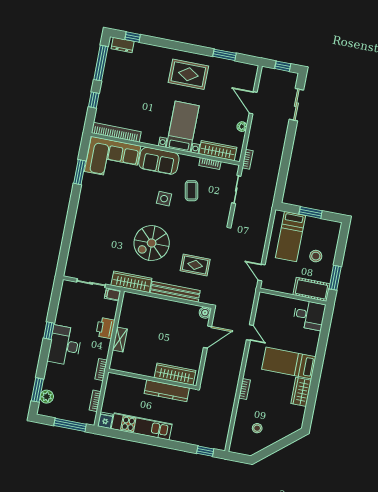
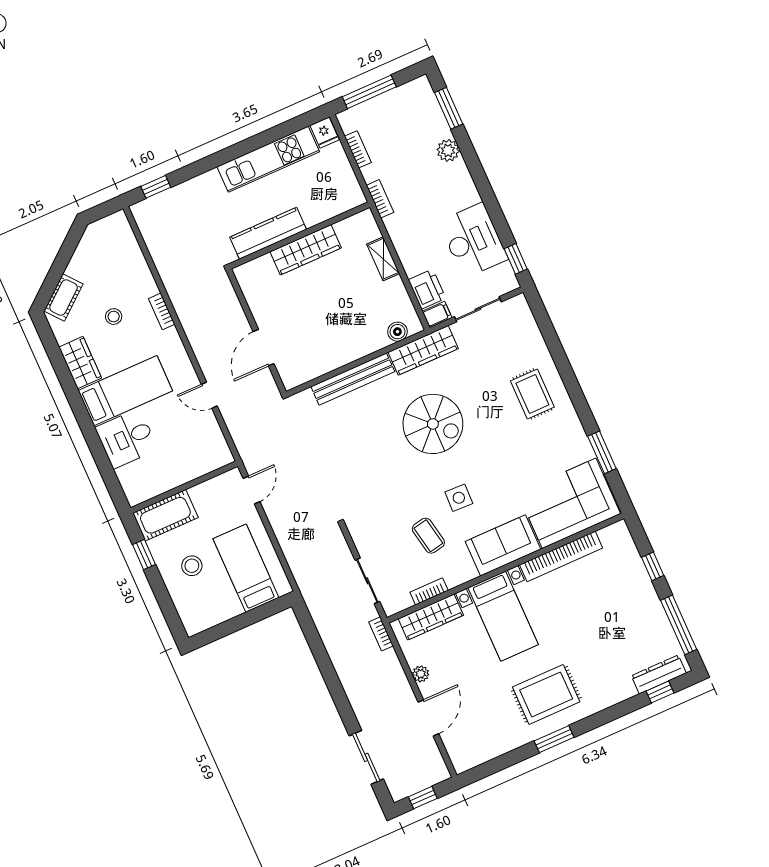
dresser: (123, 45) -> (659, 674), width x1.44
window: (224, 55) -> (554, 739), moved
door: (253, 103) -> (428, 718), hinge flipped
bookcase: (116, 132) -> (561, 556), moved
window: (311, 212) -> (242, 621), removed
spiral stairs: (152, 243) -> (433, 424), turned 90
rug: (195, 265) -> (532, 394), moved, turned 90
door: (261, 272) -> (251, 490), hinge flipped
window: (335, 278) -> (144, 554), width x0.67
boiler: (205, 313) -> (397, 332), moved
desk: (309, 315) -> (127, 438), moved
printer: (105, 328) -> (427, 289), moved
window: (49, 331) -> (516, 259), moved
desk: (65, 346) -> (473, 240), moved
wardrobe: (175, 374) -> (306, 250), moved
plant: (47, 397) -> (448, 150), moved
stool: (257, 428) -> (114, 317), moved
cot: (287, 429) -> (63, 298), added

